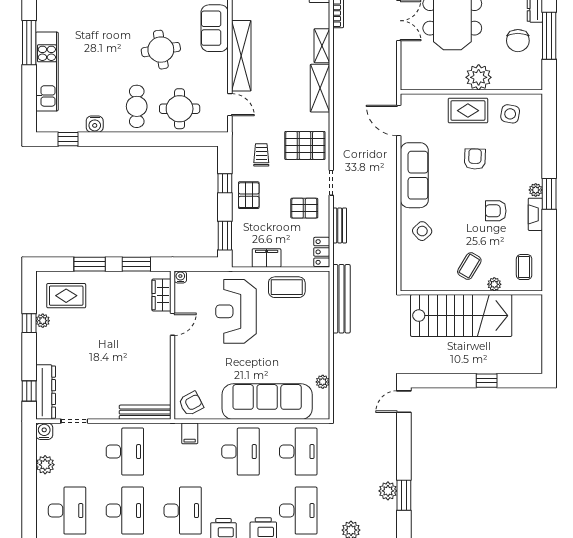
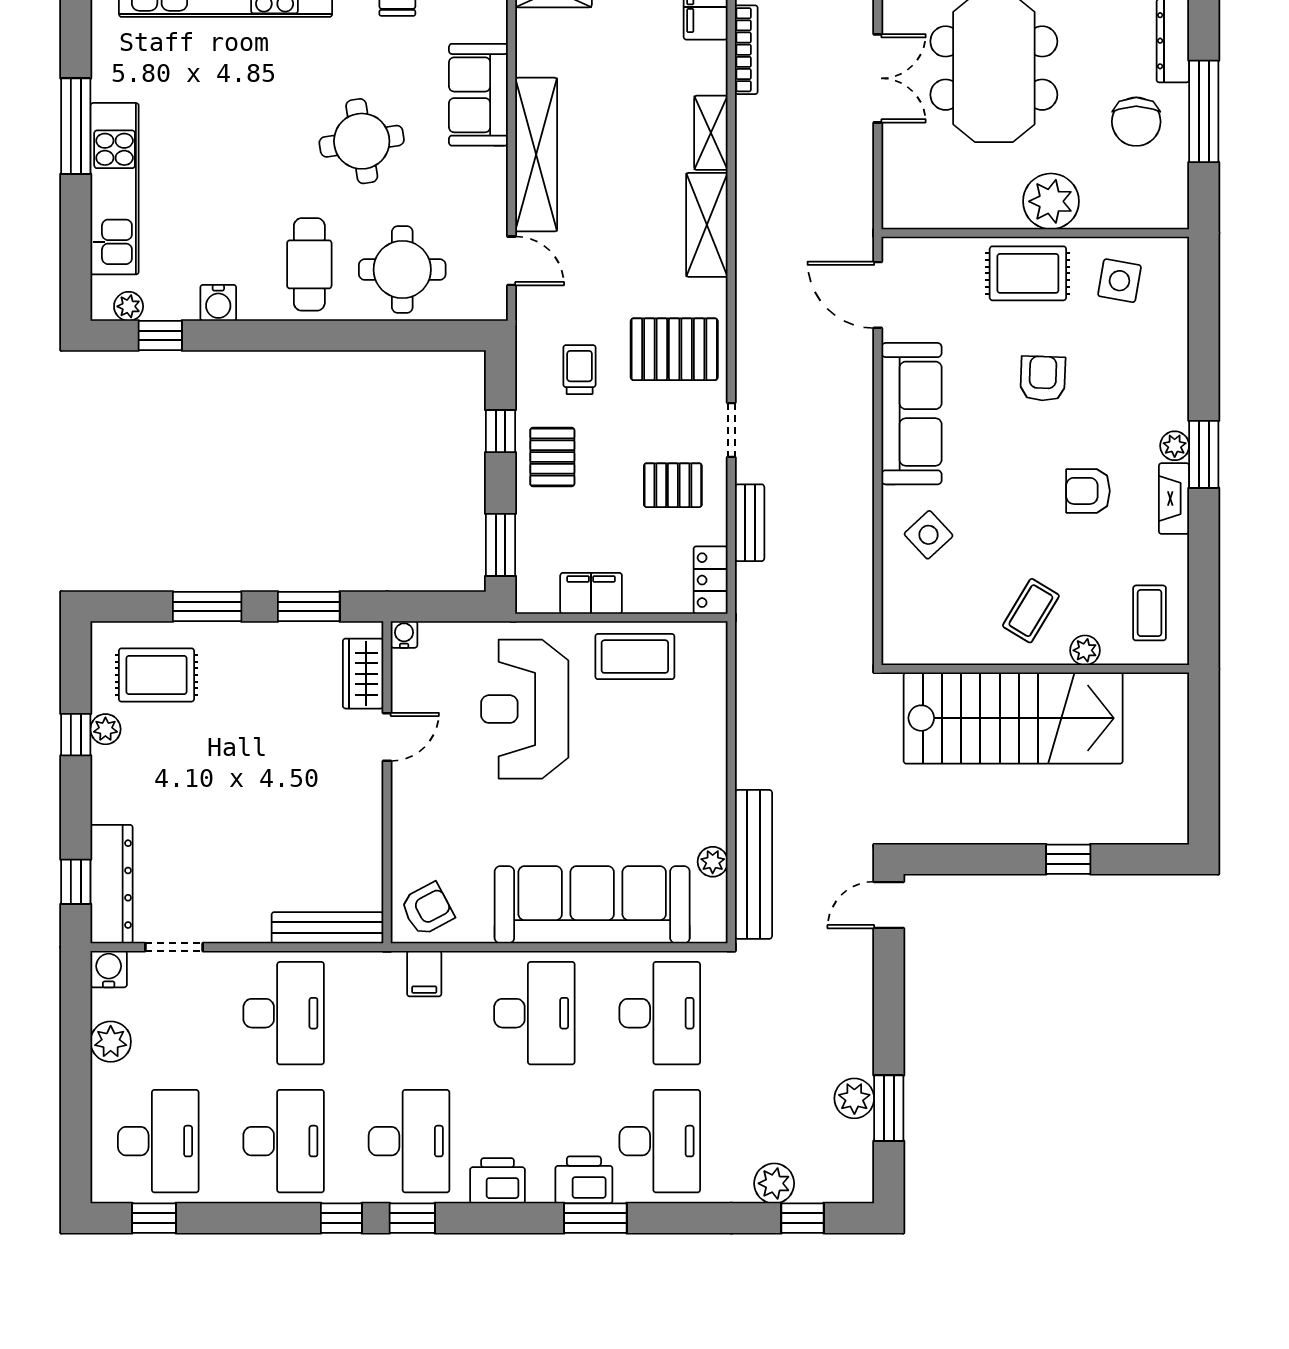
plant: (53, 126) -> (129, 306), added
bench: (341, 299) -> (754, 864), moved

